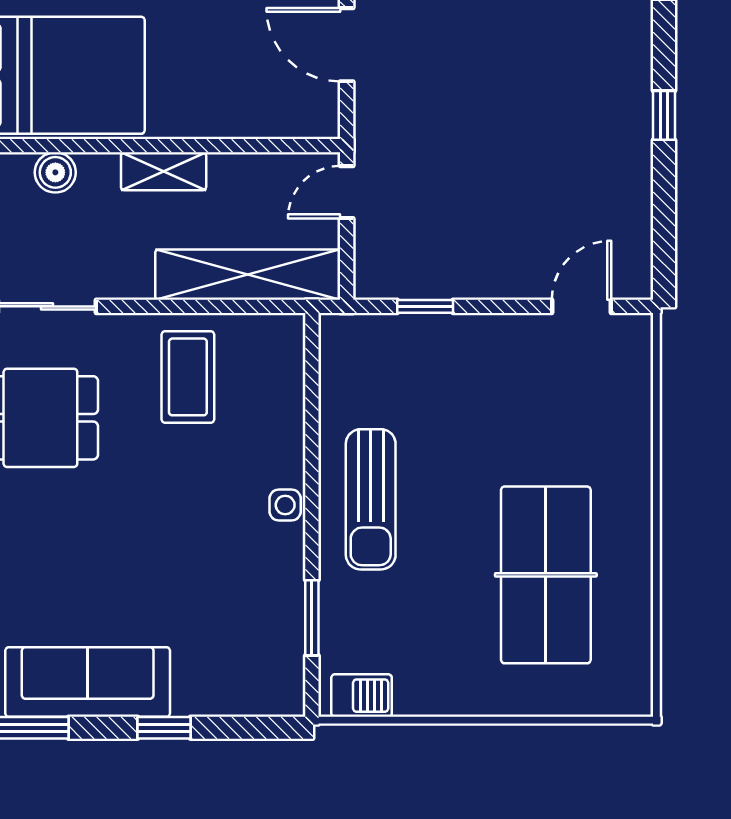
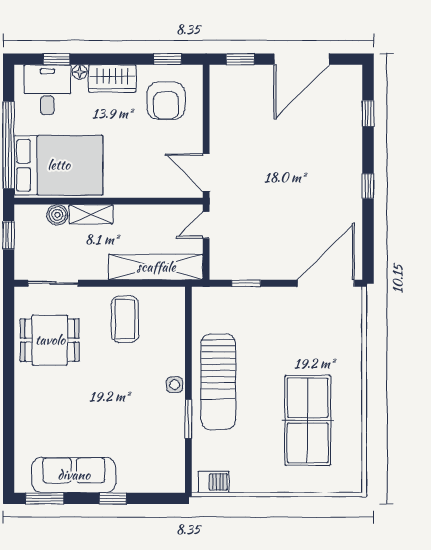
door: (347, 45) -> (206, 172), moved
shelving: (164, 171) -> (91, 214), moved
door: (582, 306) -> (326, 283), width x1.87
sun lounger: (371, 499) -> (218, 382), width x1.36, depth x1.34
window: (312, 618) -> (188, 419), moved

